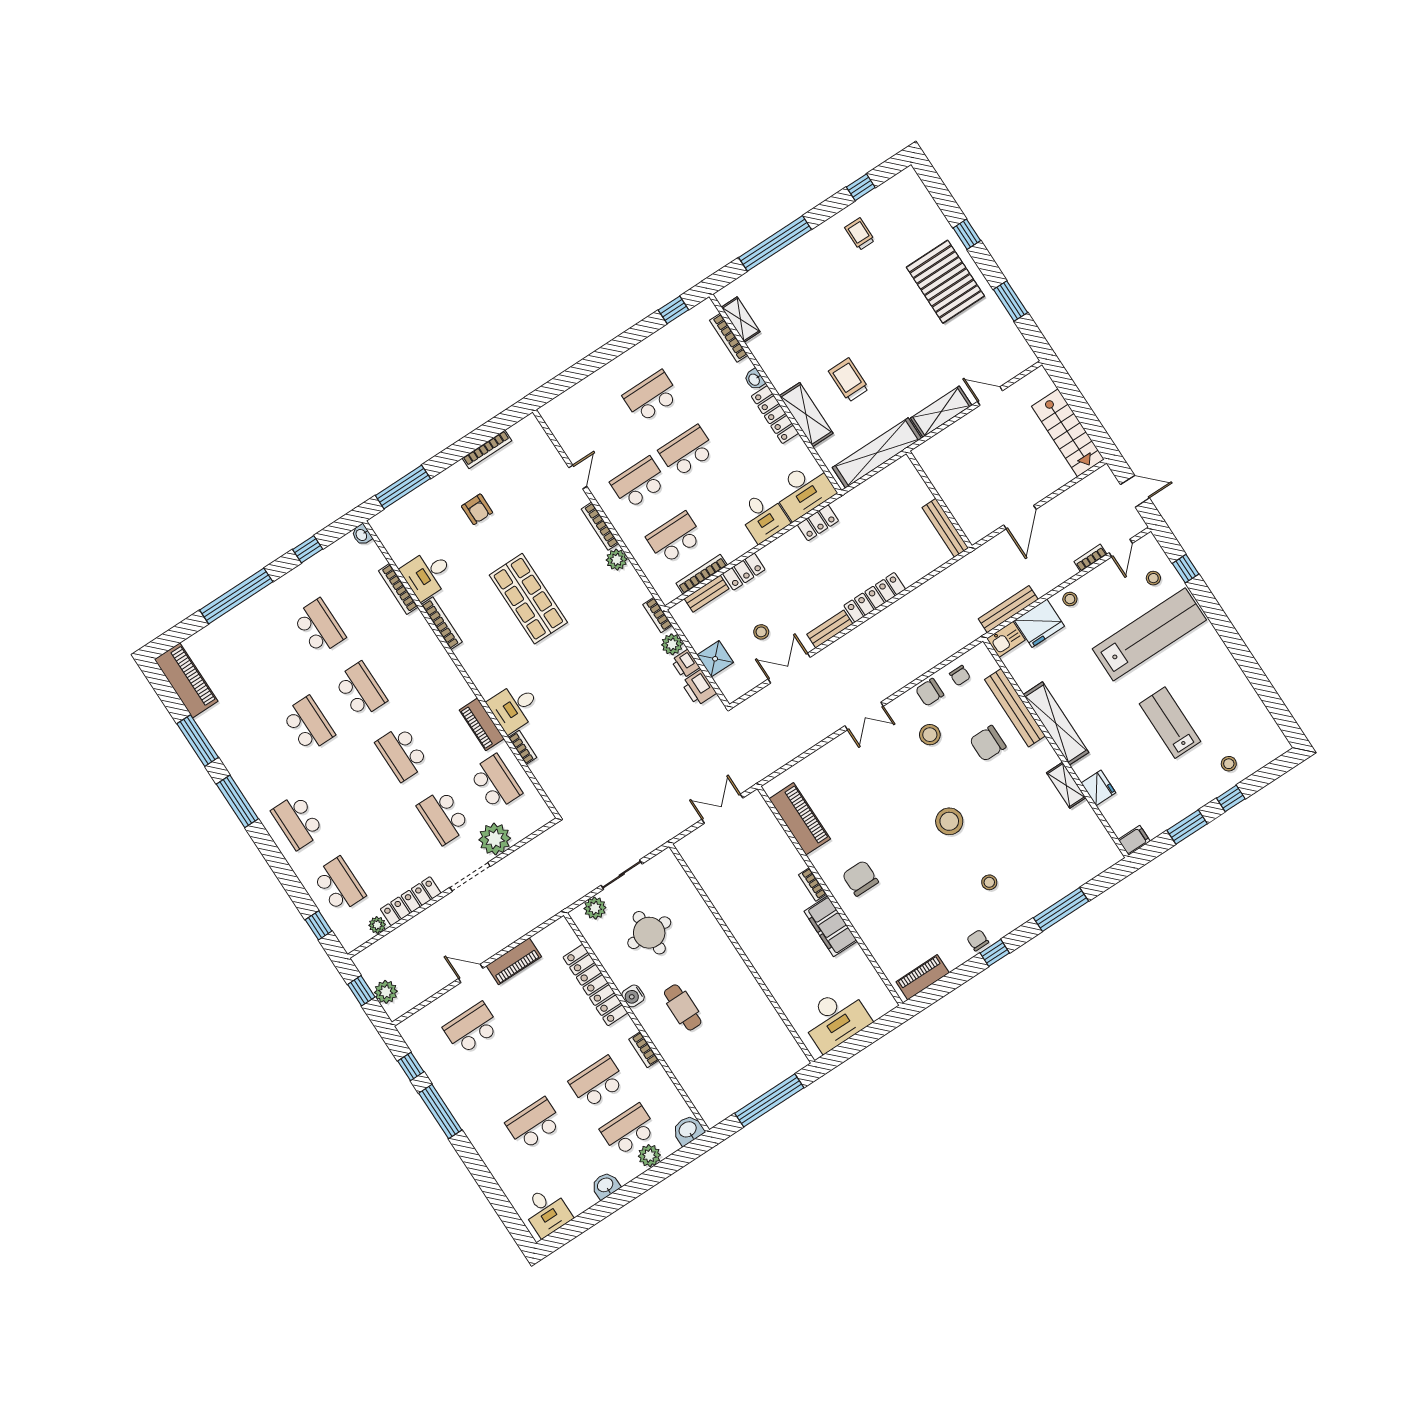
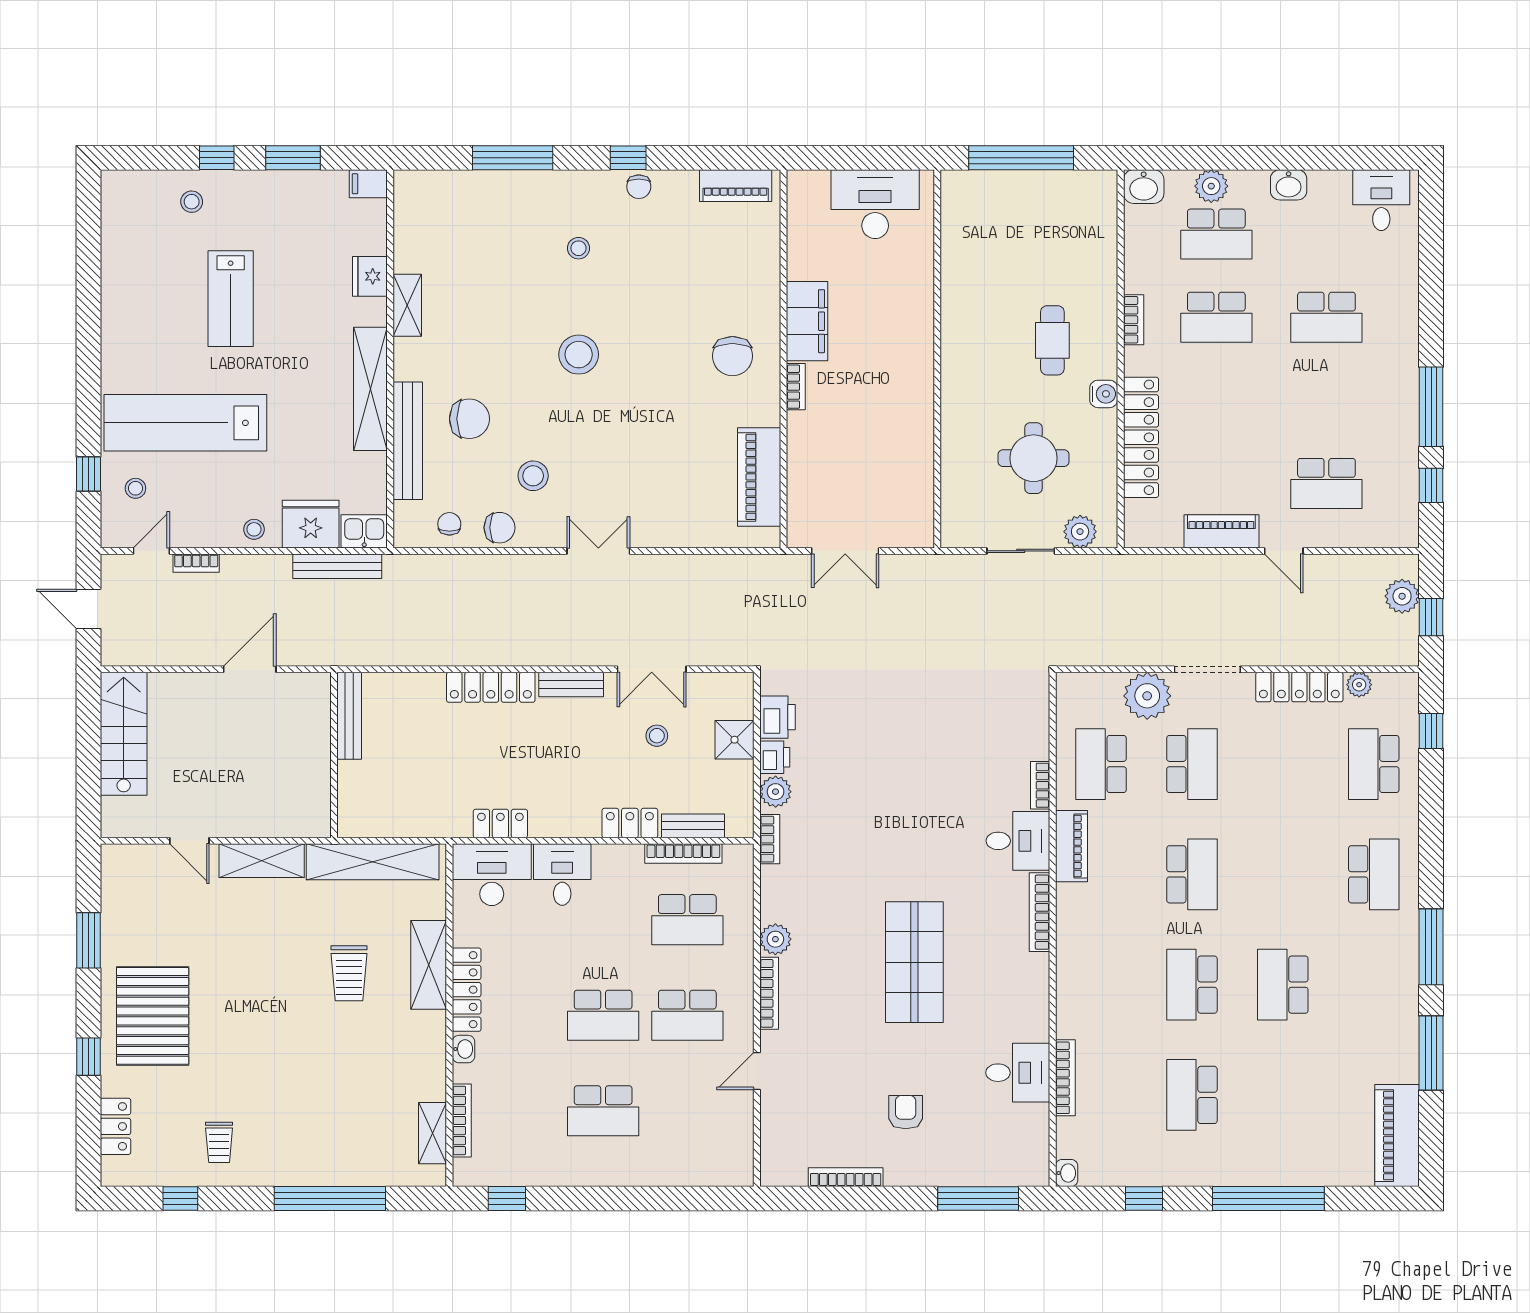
locker: (925, 204) -> (116, 1126), added
bookcase: (442, 623) -> (1039, 912), moved

